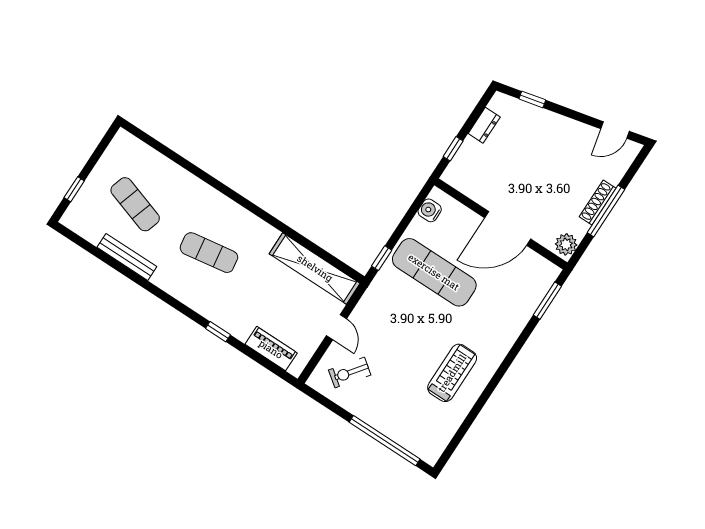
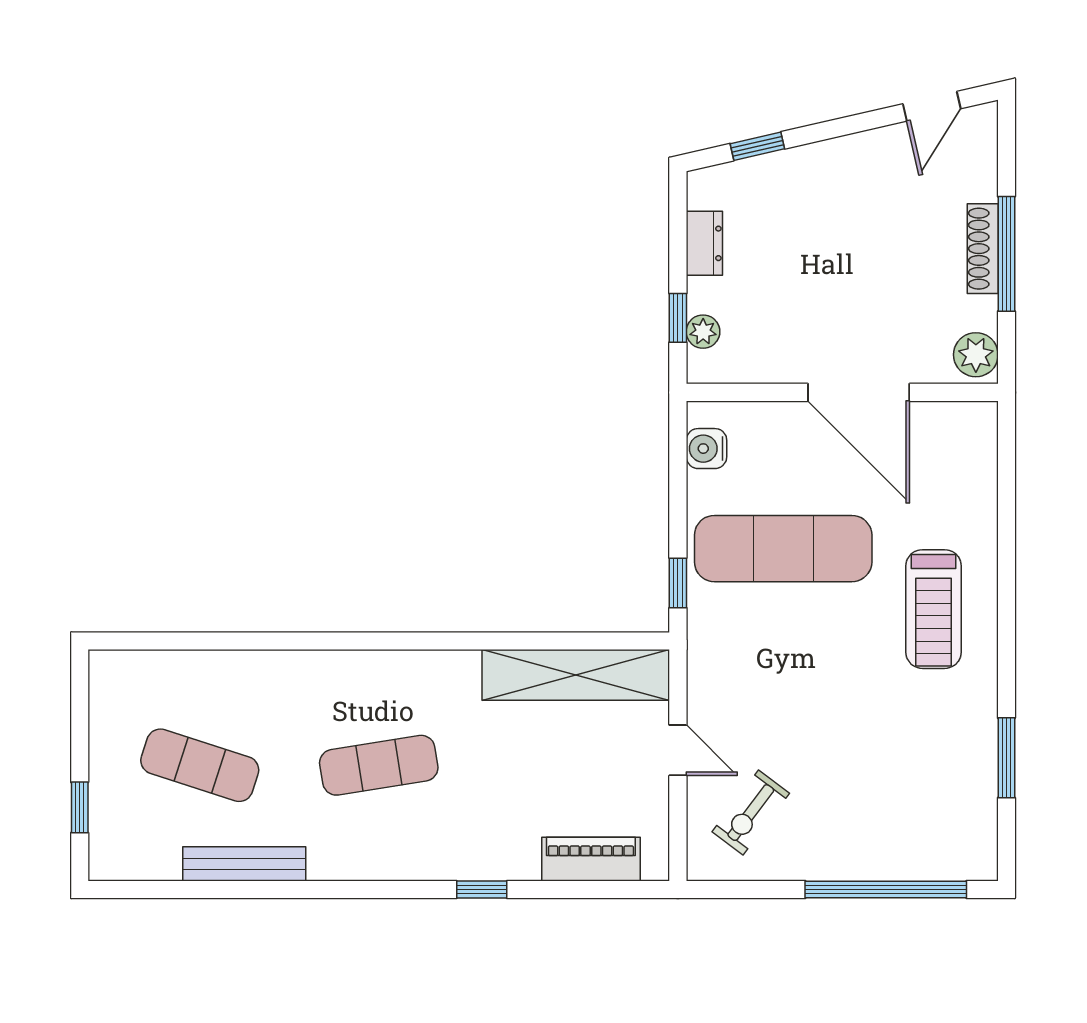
plant: (460, 161) -> (703, 332), added
door: (508, 228) -> (859, 392), hinge flipped
window: (547, 301) -> (1006, 758), moved
treadmill: (452, 373) -> (934, 609), moved, turned 180

